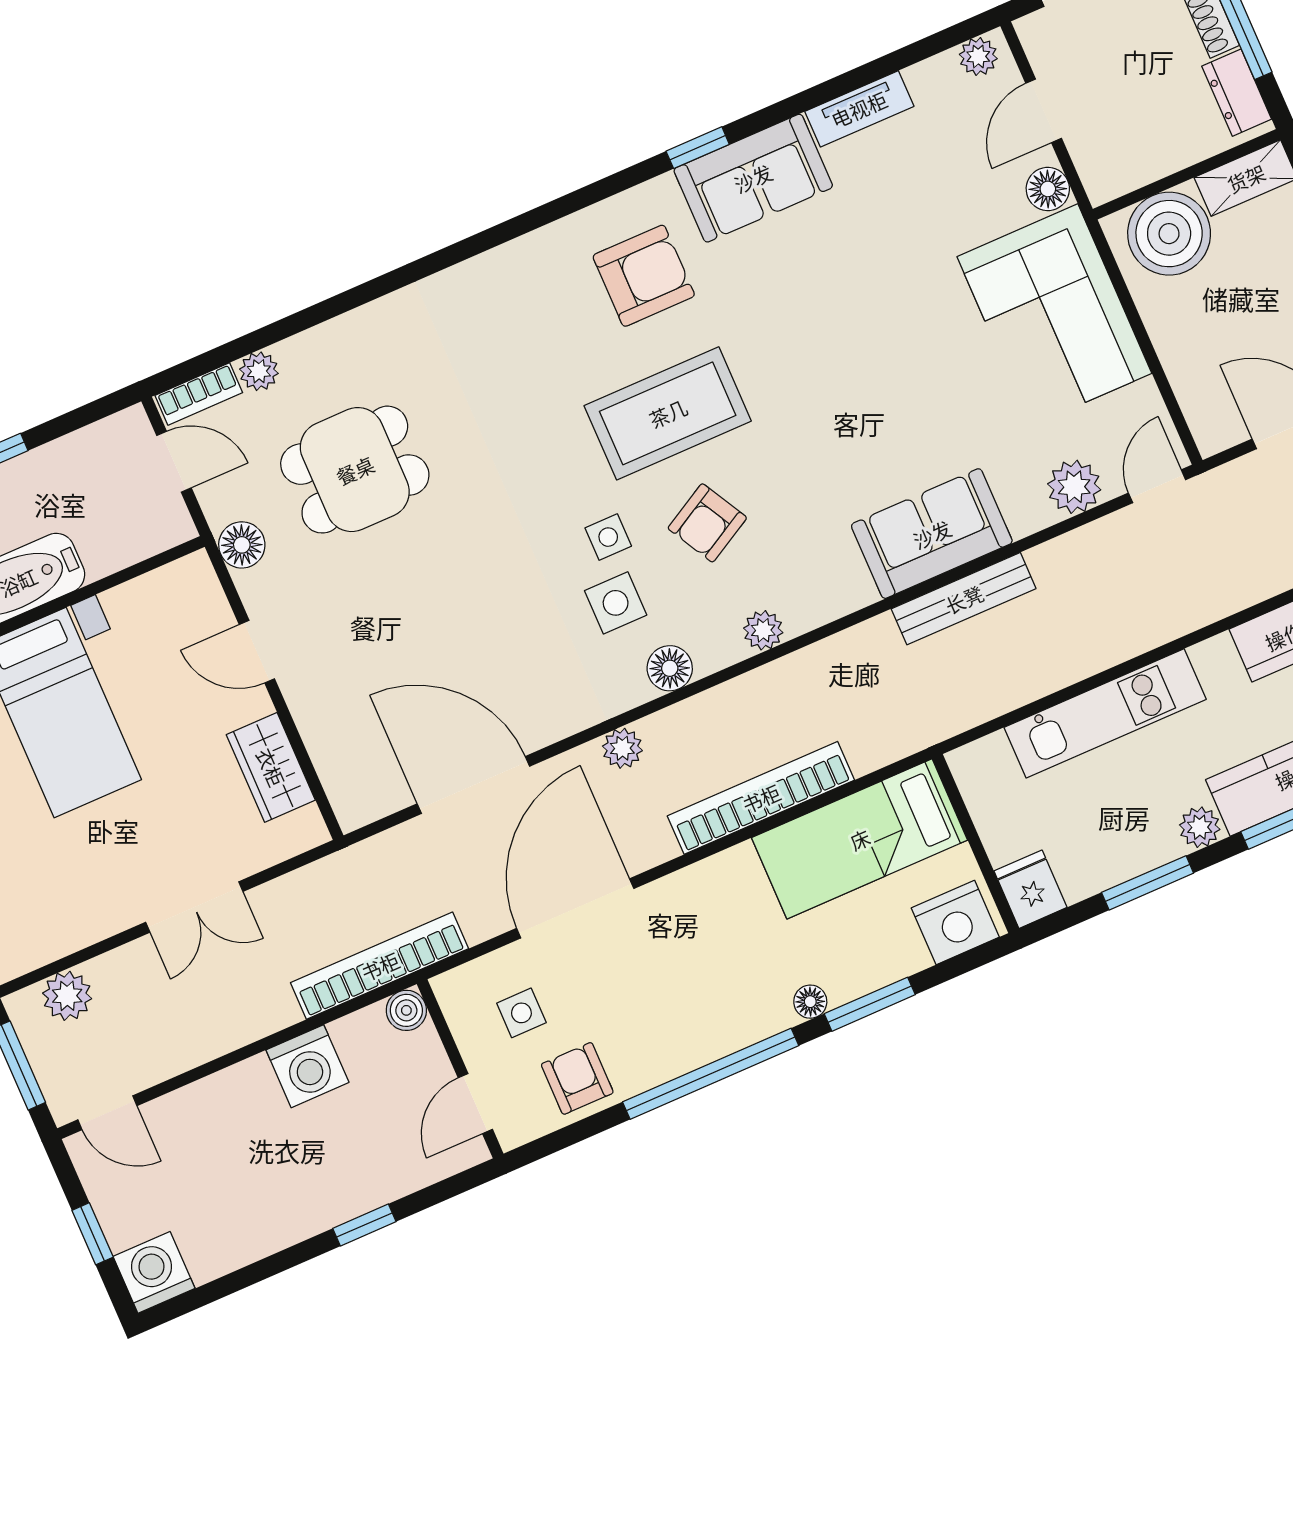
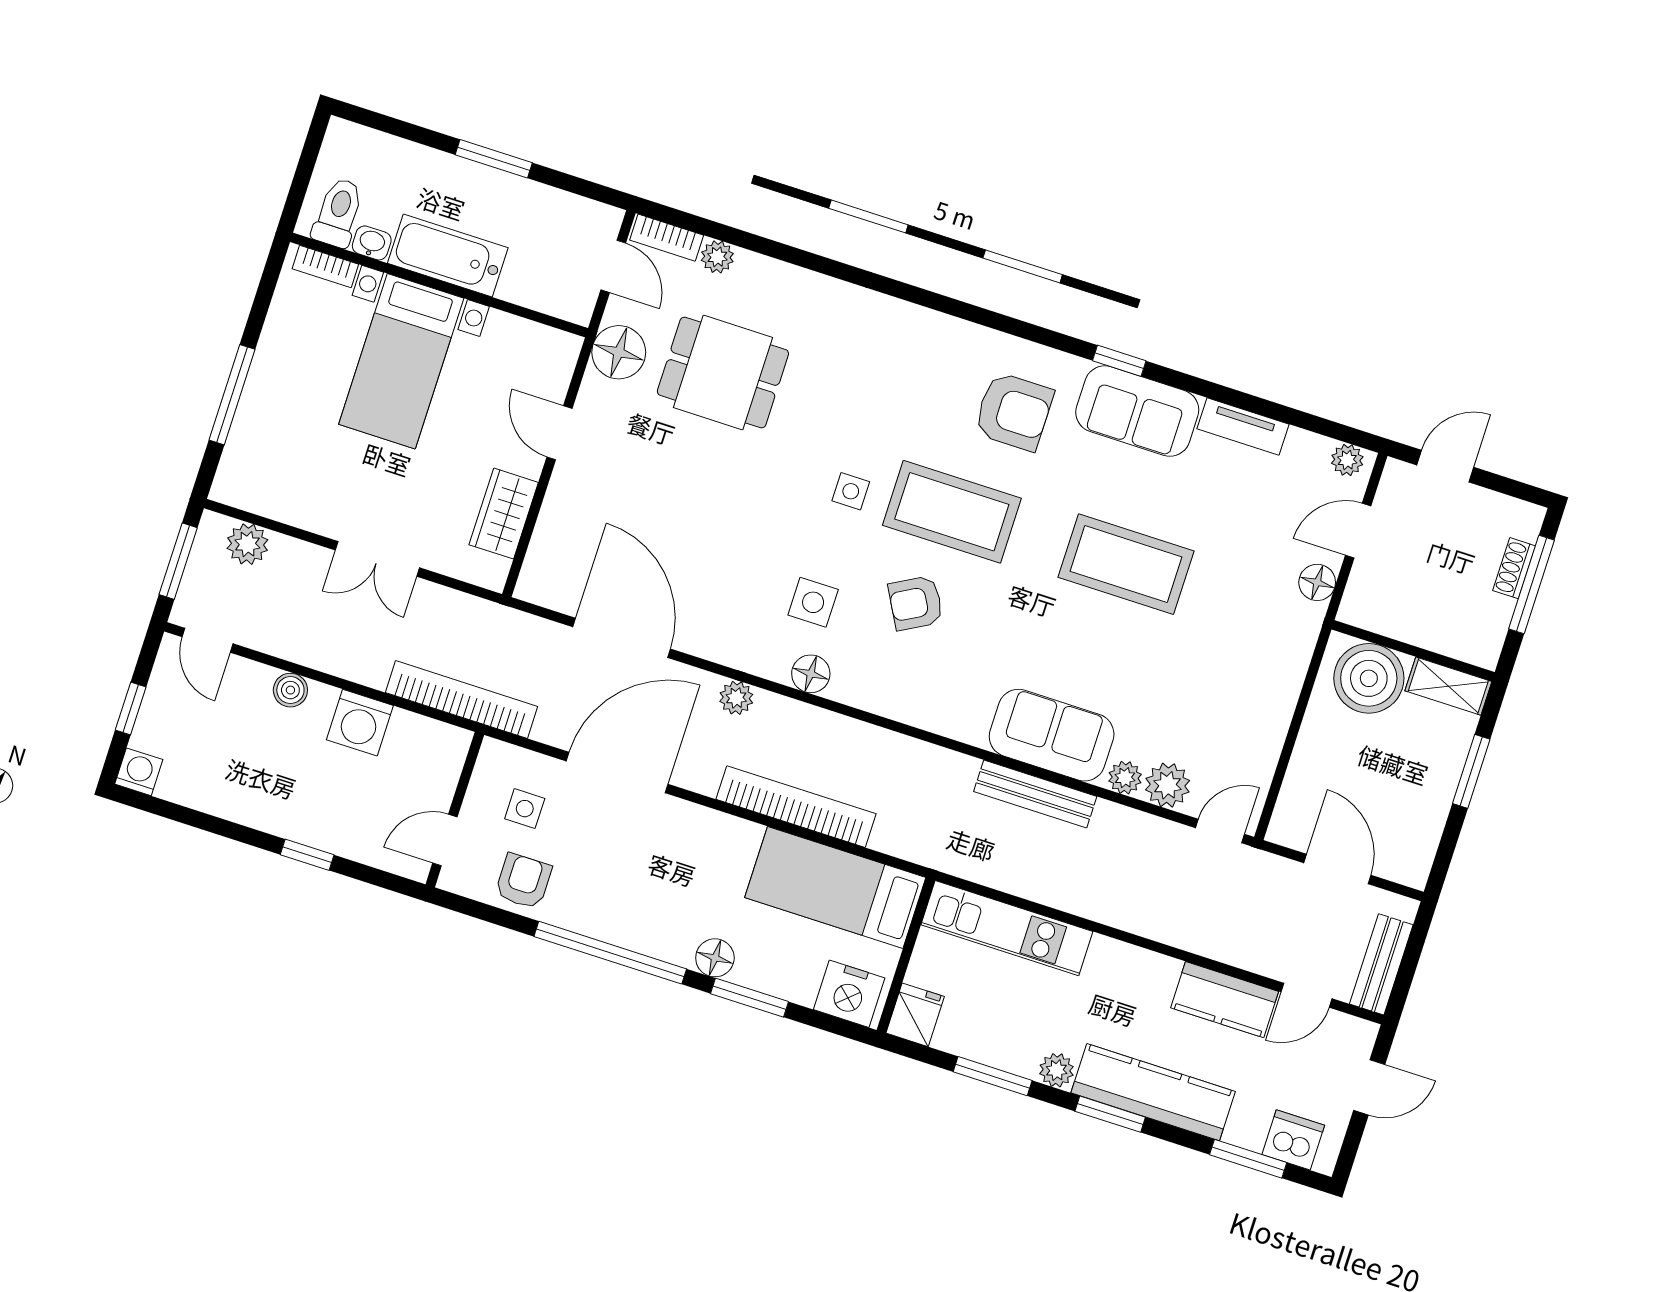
dresser: (1237, 93) -> (1490, 627), removed
corner sofa: (1054, 315) -> (1251, 666), removed
coffee table: (864, 323) -> (1126, 564), added
side table: (608, 537) -> (851, 491), moved
floor lamp: (242, 545) -> (619, 352), width x1.38, depth x1.38
plant: (763, 630) -> (1125, 778), moved
kitchen unit: (1105, 713) -> (1007, 928), moved
floor lamp: (810, 1002) -> (715, 958), width x1.37, depth x1.37
boiler: (406, 1010) -> (290, 690), moved
washing machine: (154, 1272) -> (139, 772), width x0.73, depth x0.73

